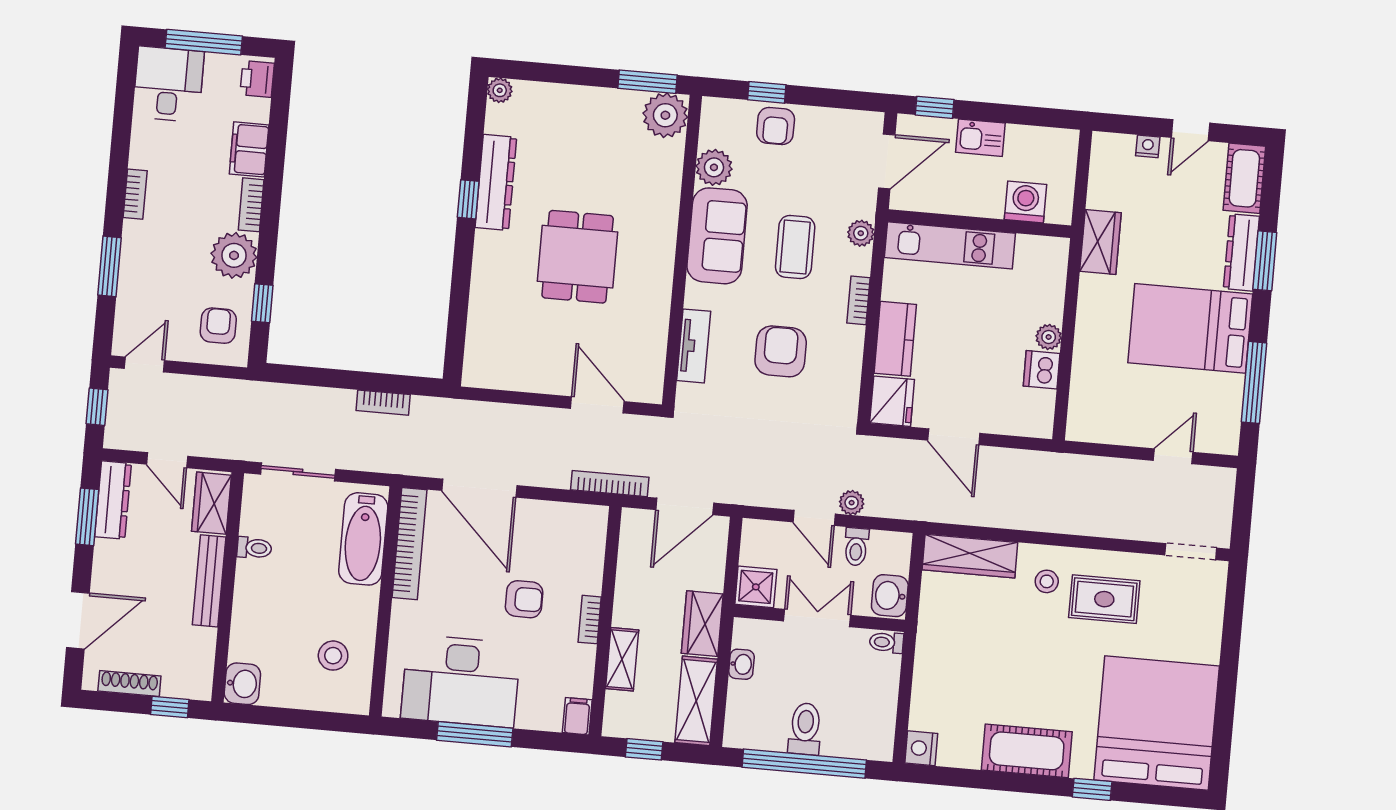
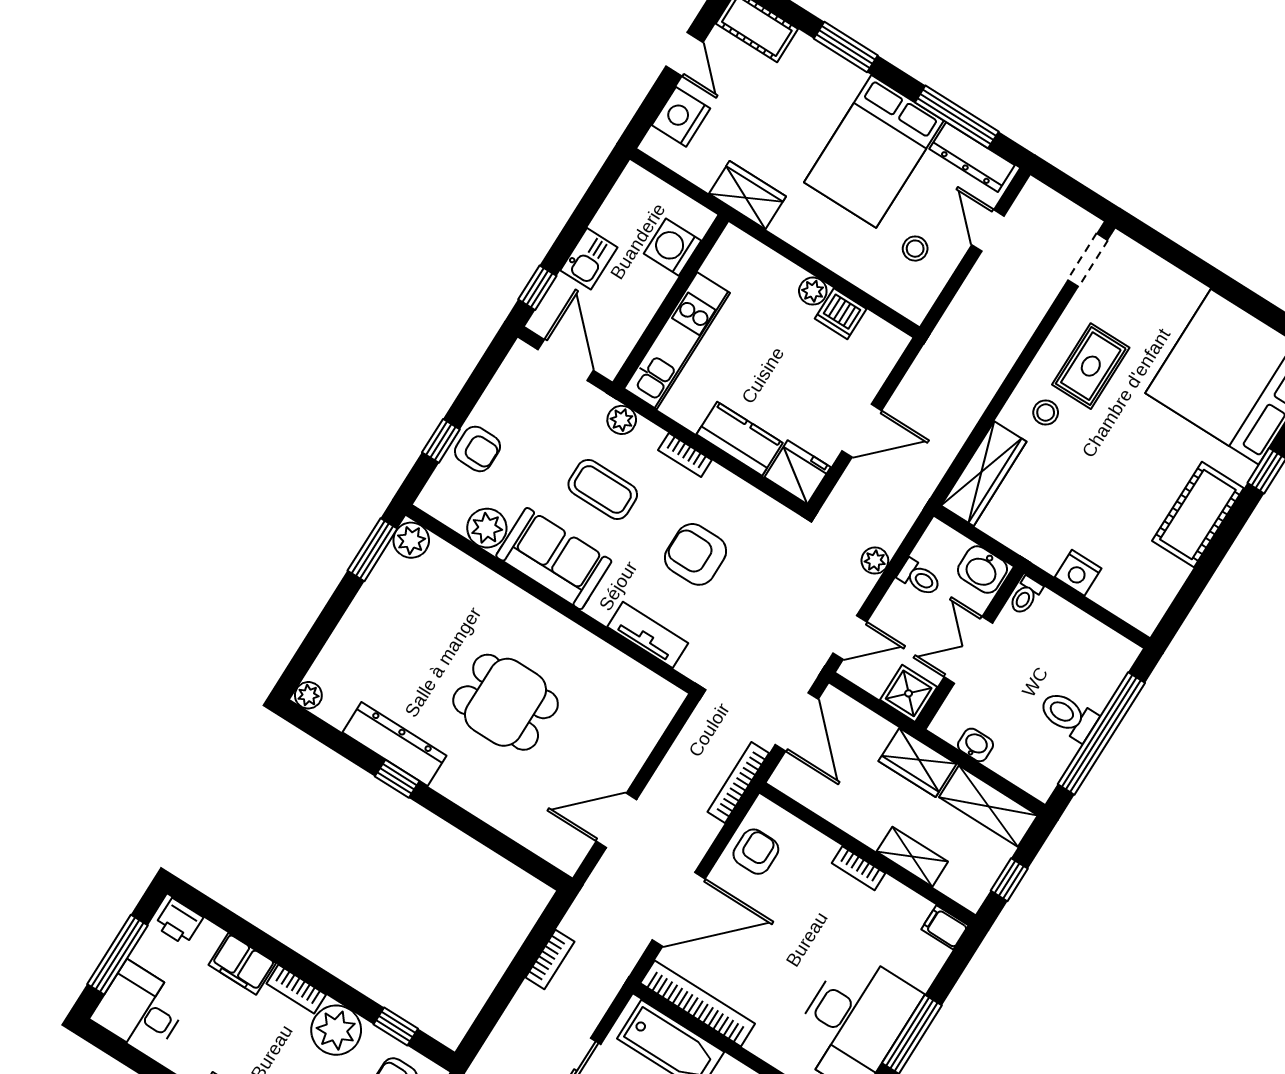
plant: (665, 115) -> (411, 540), width x0.73, depth x0.73
nightstand: (1148, 146) -> (681, 117), width x1.89, depth x1.79
dresser: (1241, 252) -> (972, 157), moved
stool: (1127, 404) -> (915, 249), added
door: (597, 405) -> (616, 820), moved
door: (814, 518) -> (850, 638), moved
armchair: (524, 599) -> (756, 852), moved
nightstand: (921, 748) -> (1078, 573), moved

